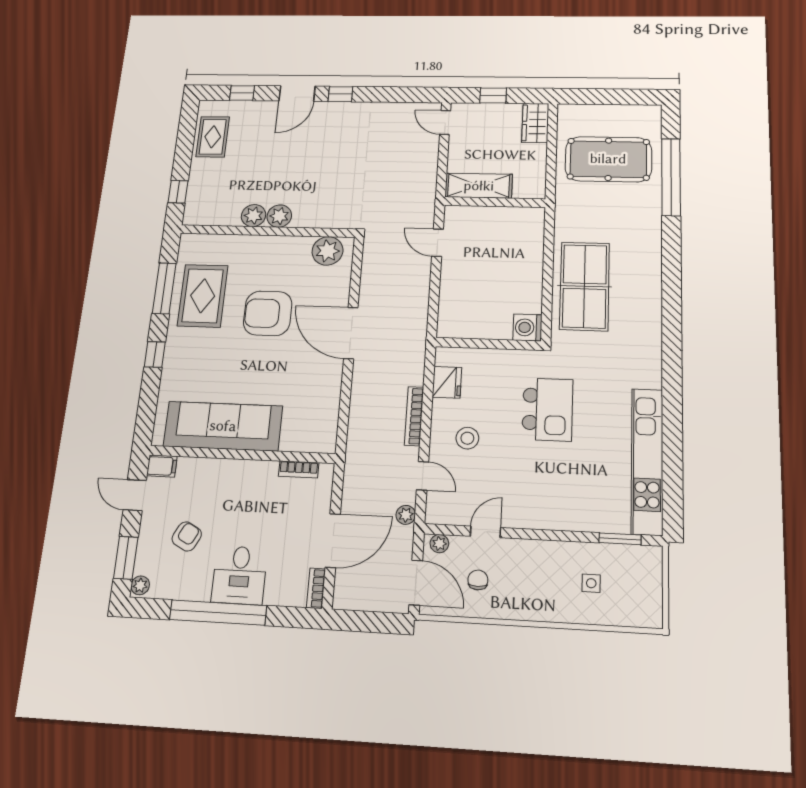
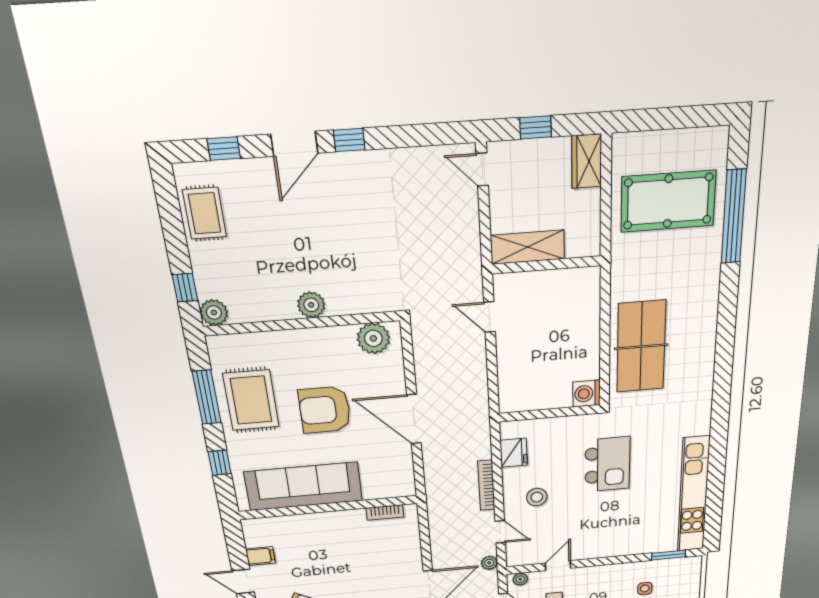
plant: (253, 216) -> (214, 313), moved
sofa: (223, 426) -> (304, 486), moved
wall: (242, 454) -> (329, 507), moved
bookcase: (299, 469) -> (385, 513), moved

